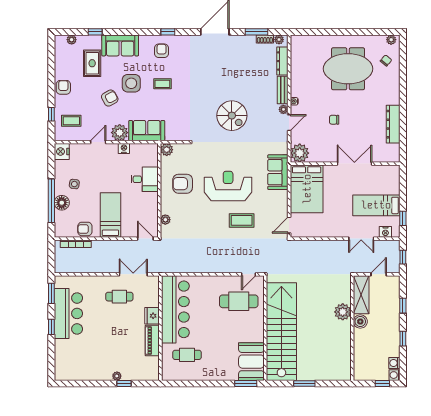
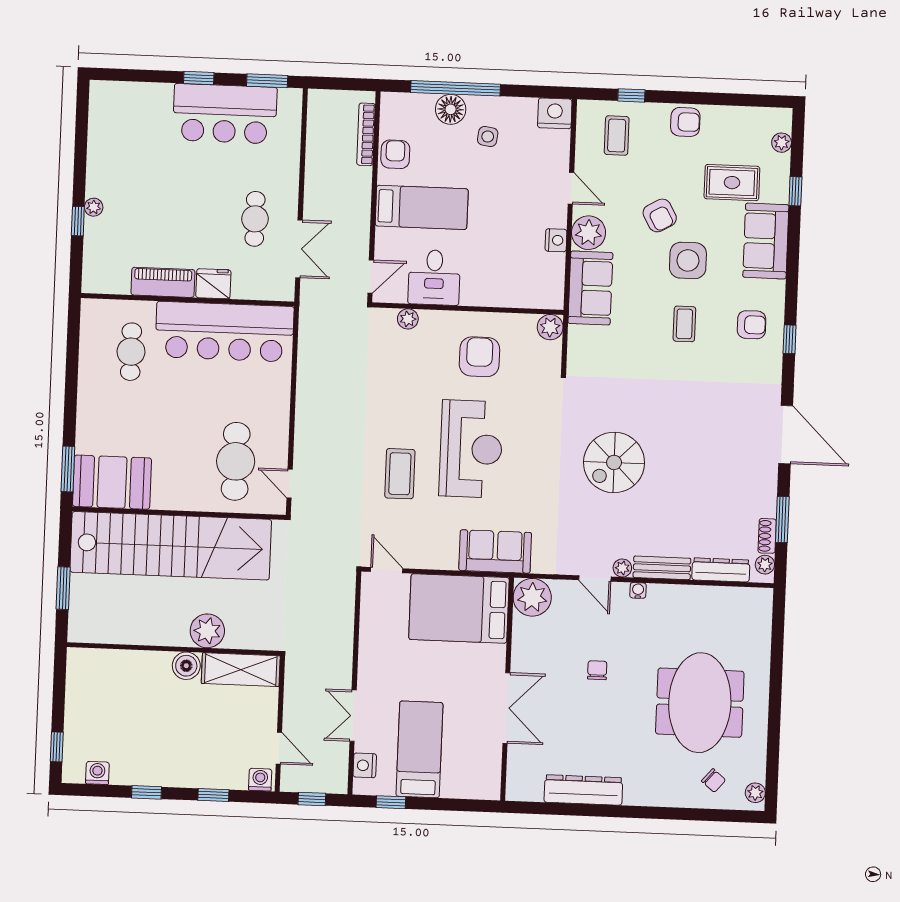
desk: (145, 179) -> (434, 277), moved
shelving: (361, 295) -> (241, 670), moved
plant: (343, 312) -> (207, 631), moved
boiler: (360, 322) -> (186, 666), moved
wall: (352, 328) -> (174, 649), moved
washing machine: (395, 375) -> (260, 780), moved

